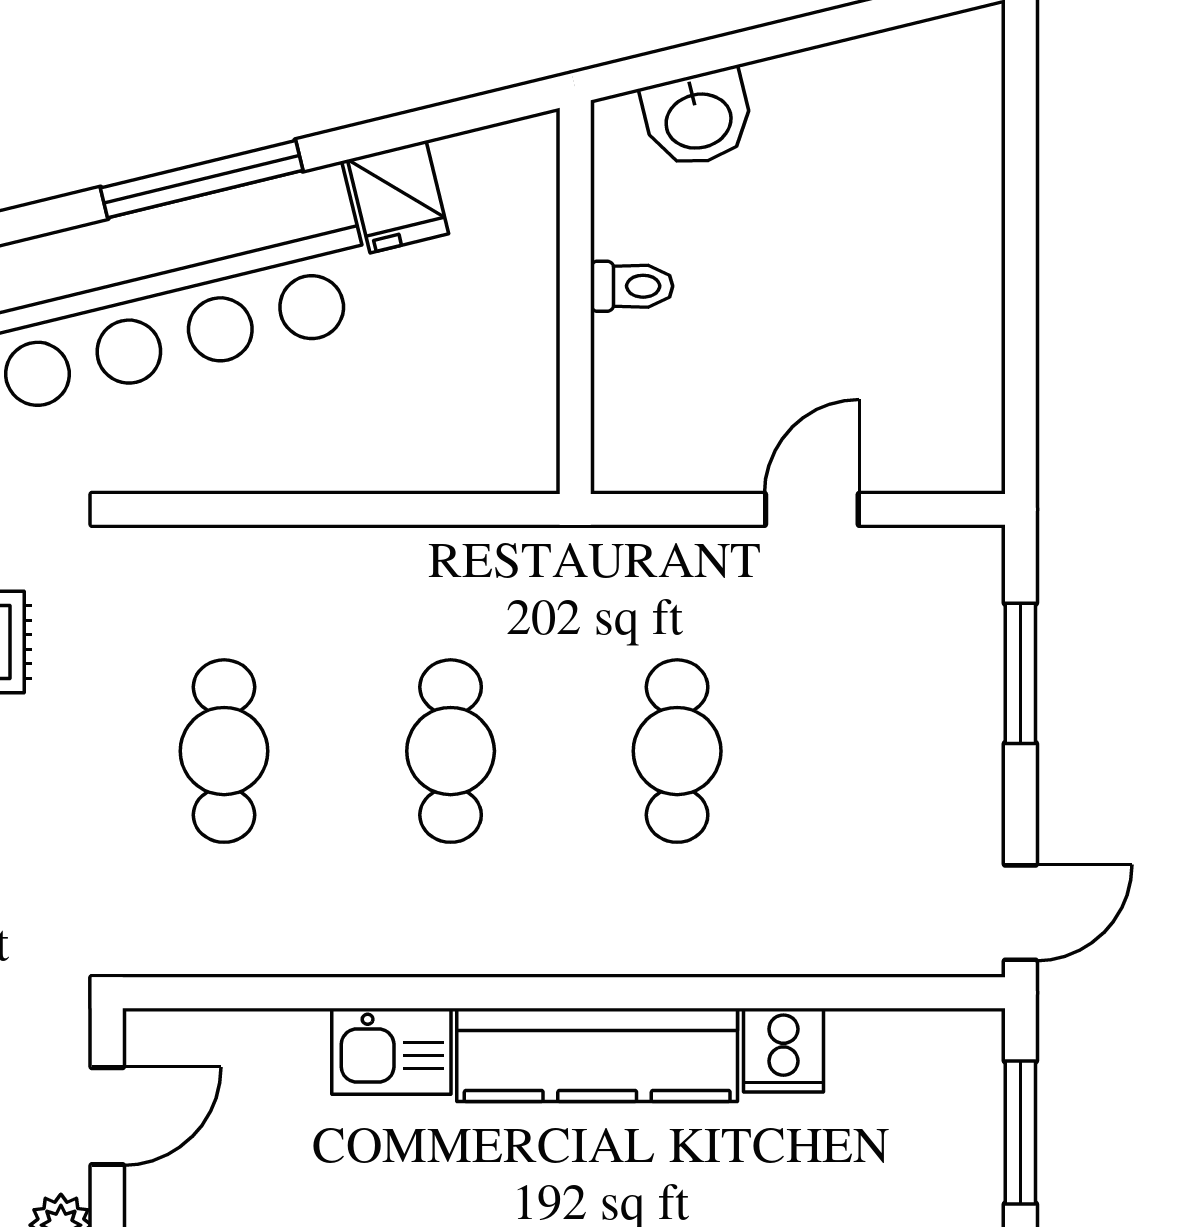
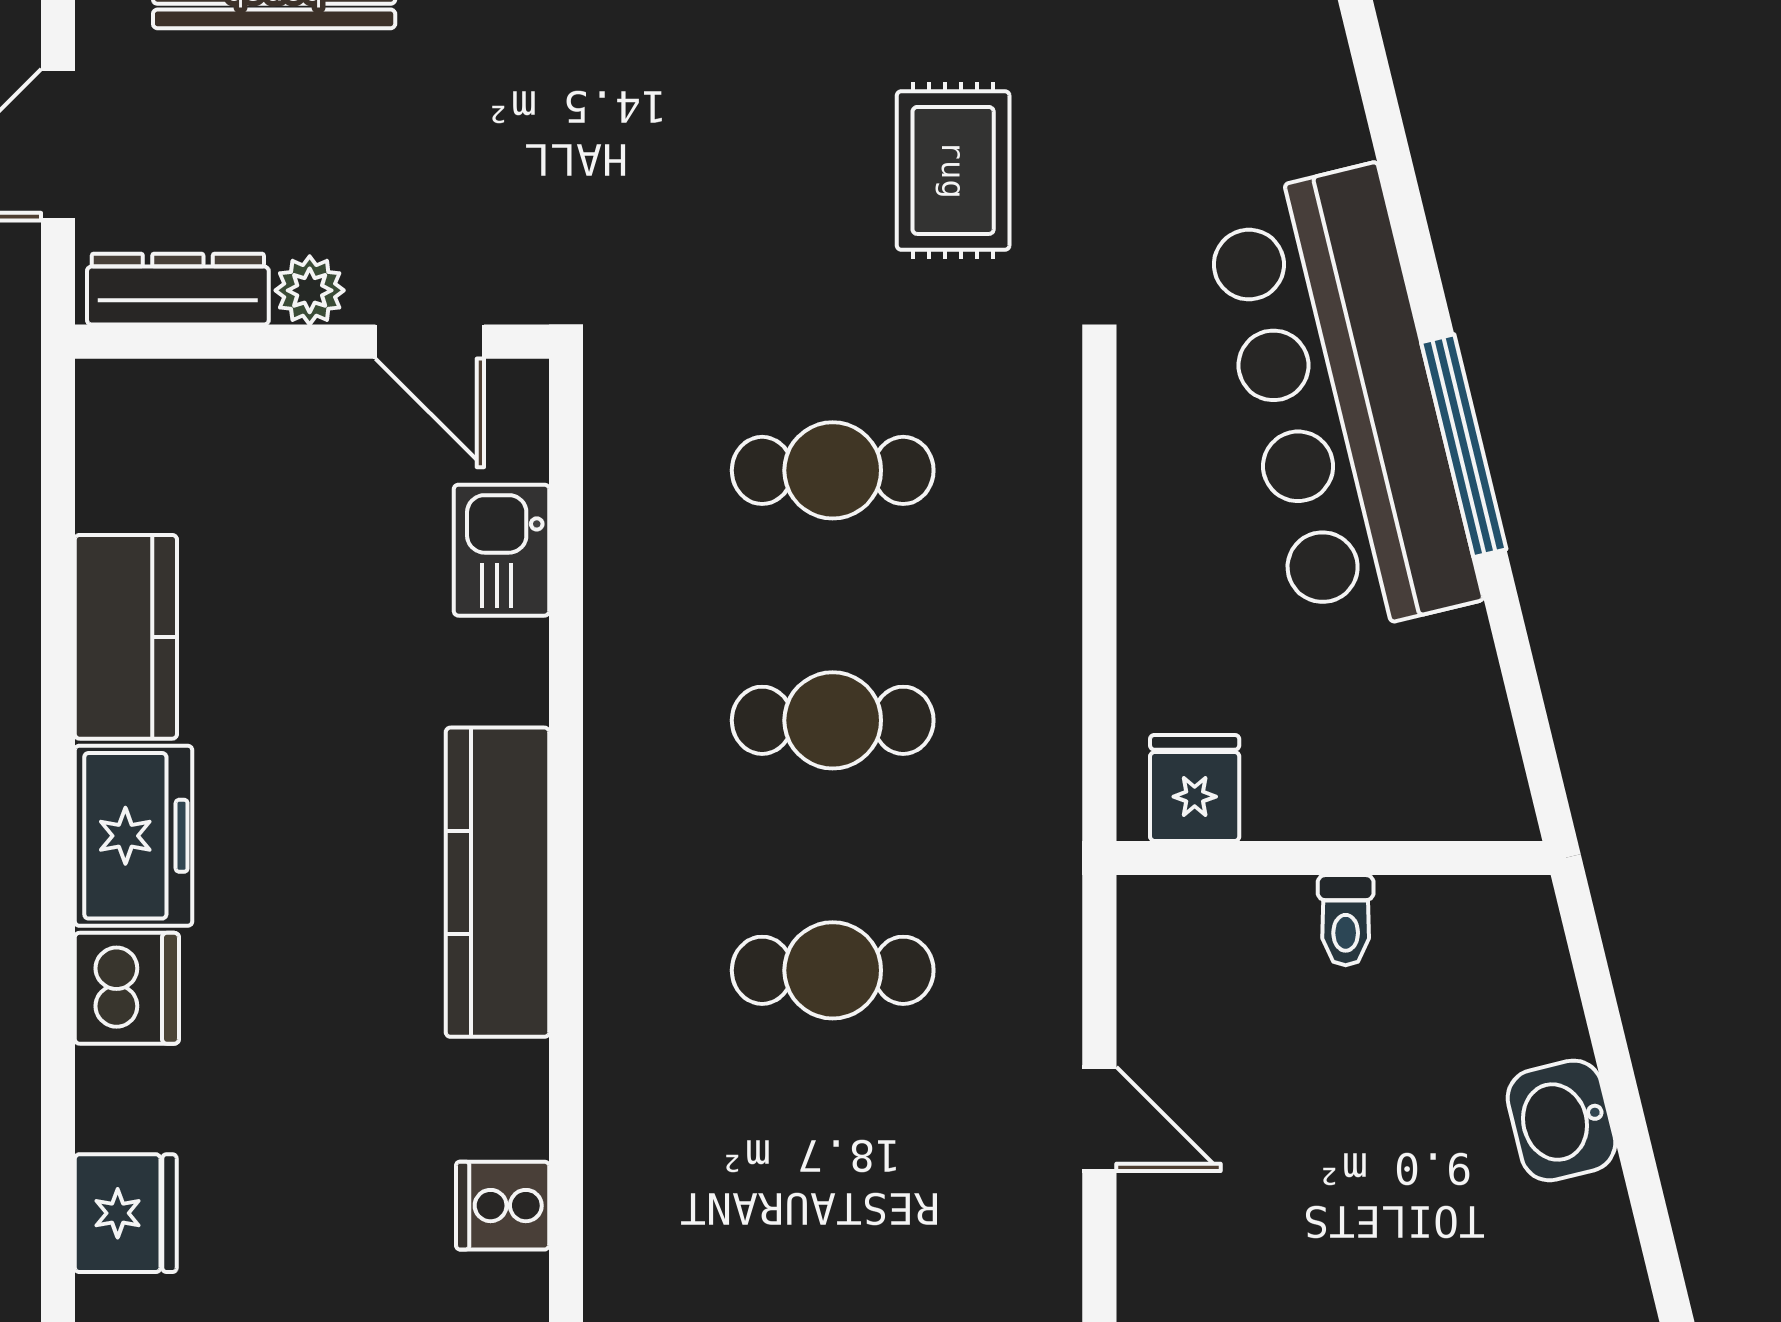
washbasin: (698, 119) -> (1561, 1120), moved
fridge: (398, 197) -> (1195, 788), moved, turned 104
cooker: (783, 1050) -> (503, 1206), moved
kitchen sink: (391, 1051) -> (501, 550), moved

